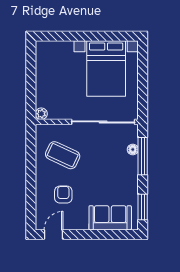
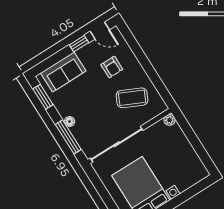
floor lamp: (133, 149) -> (70, 122), moved
door: (54, 234) -> (100, 31), hinge flipped
window: (80, 234) -> (79, 44), added

